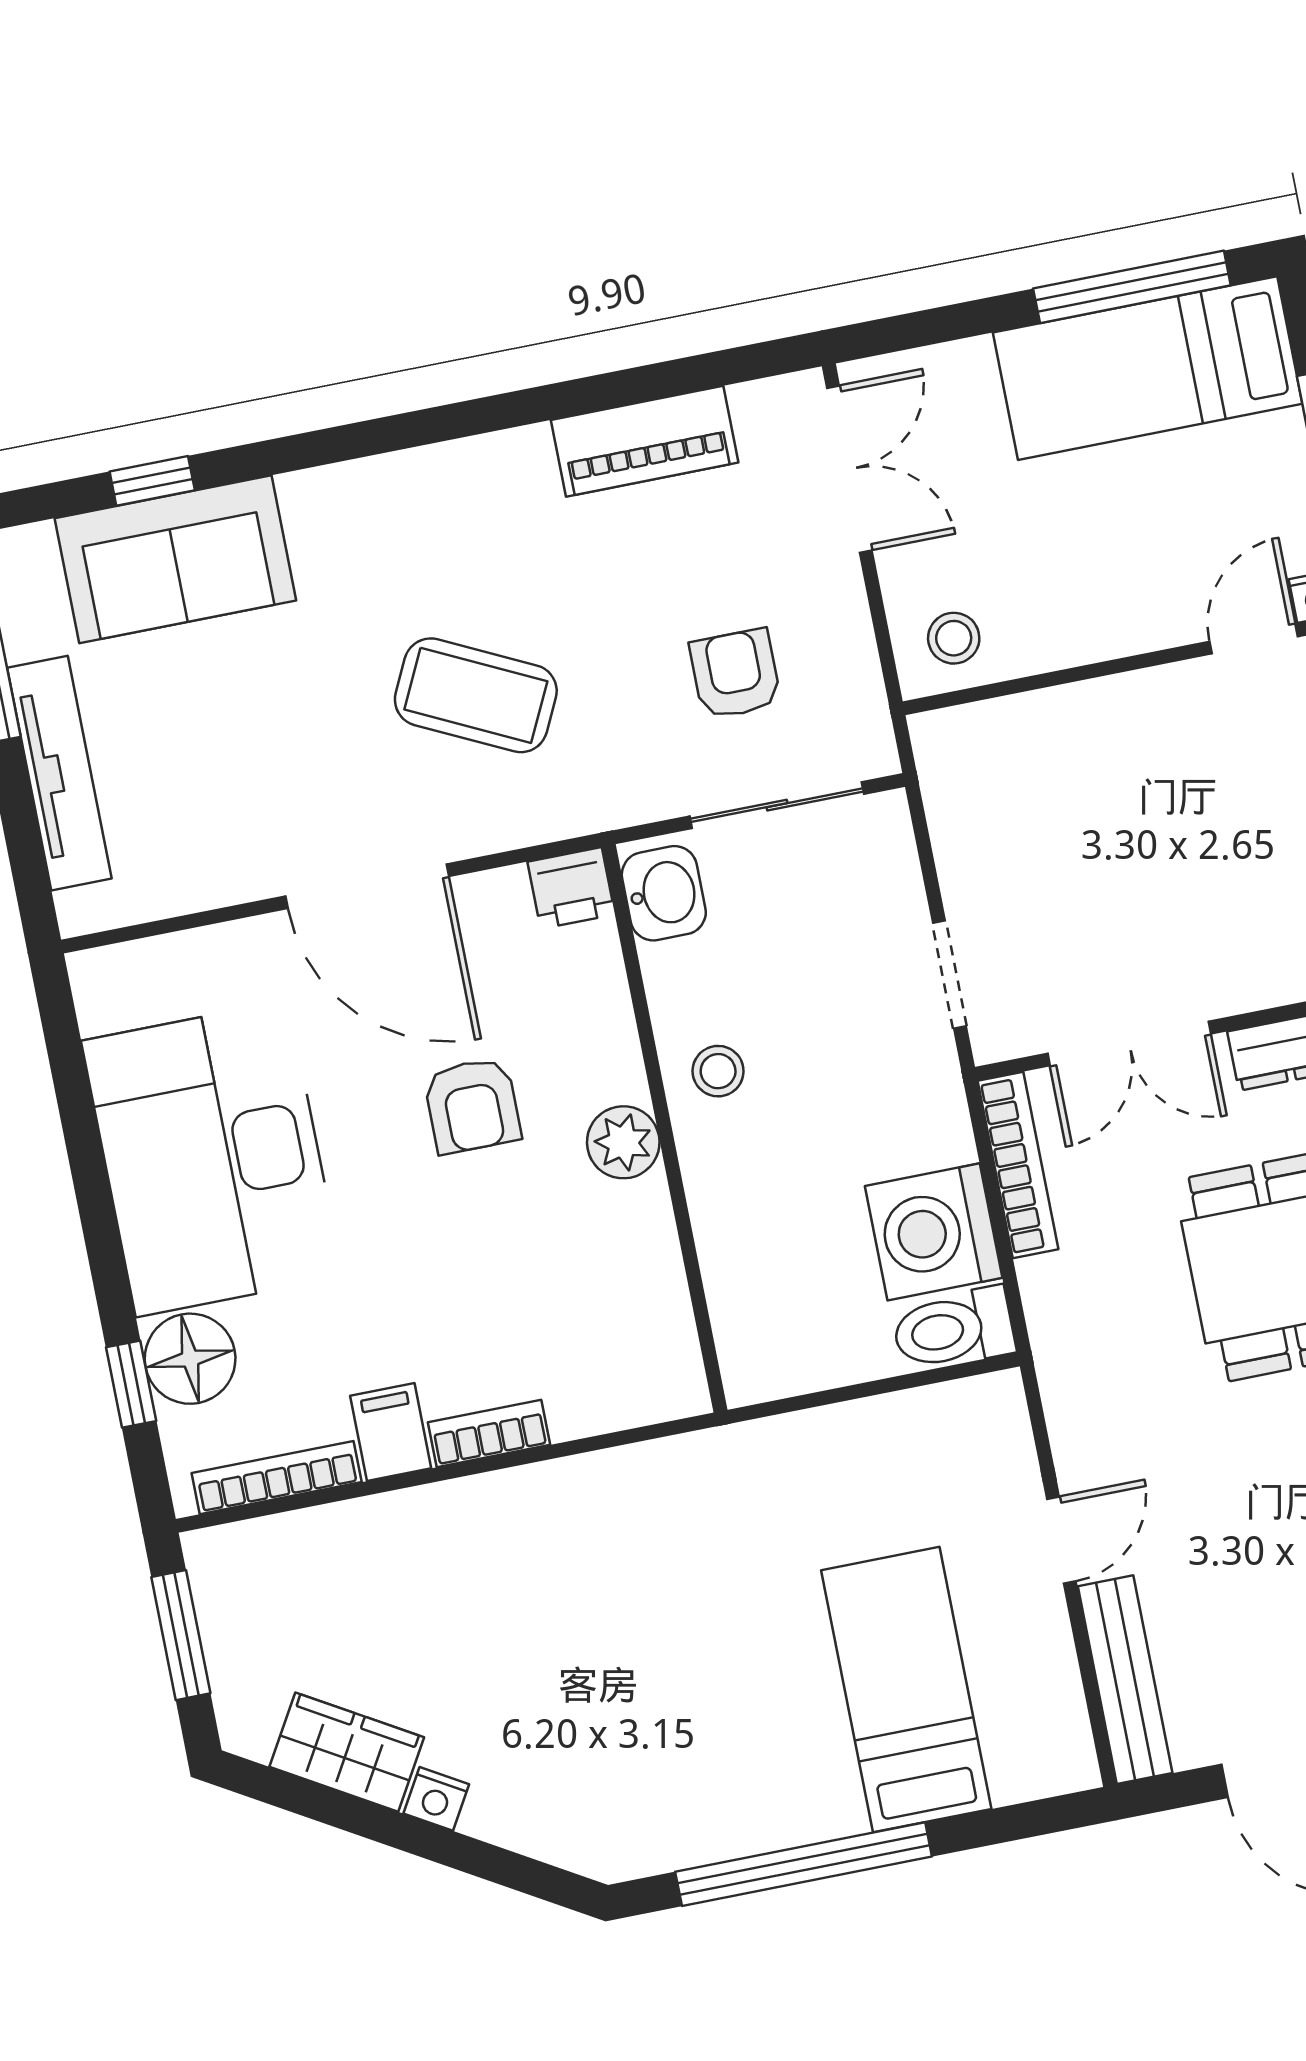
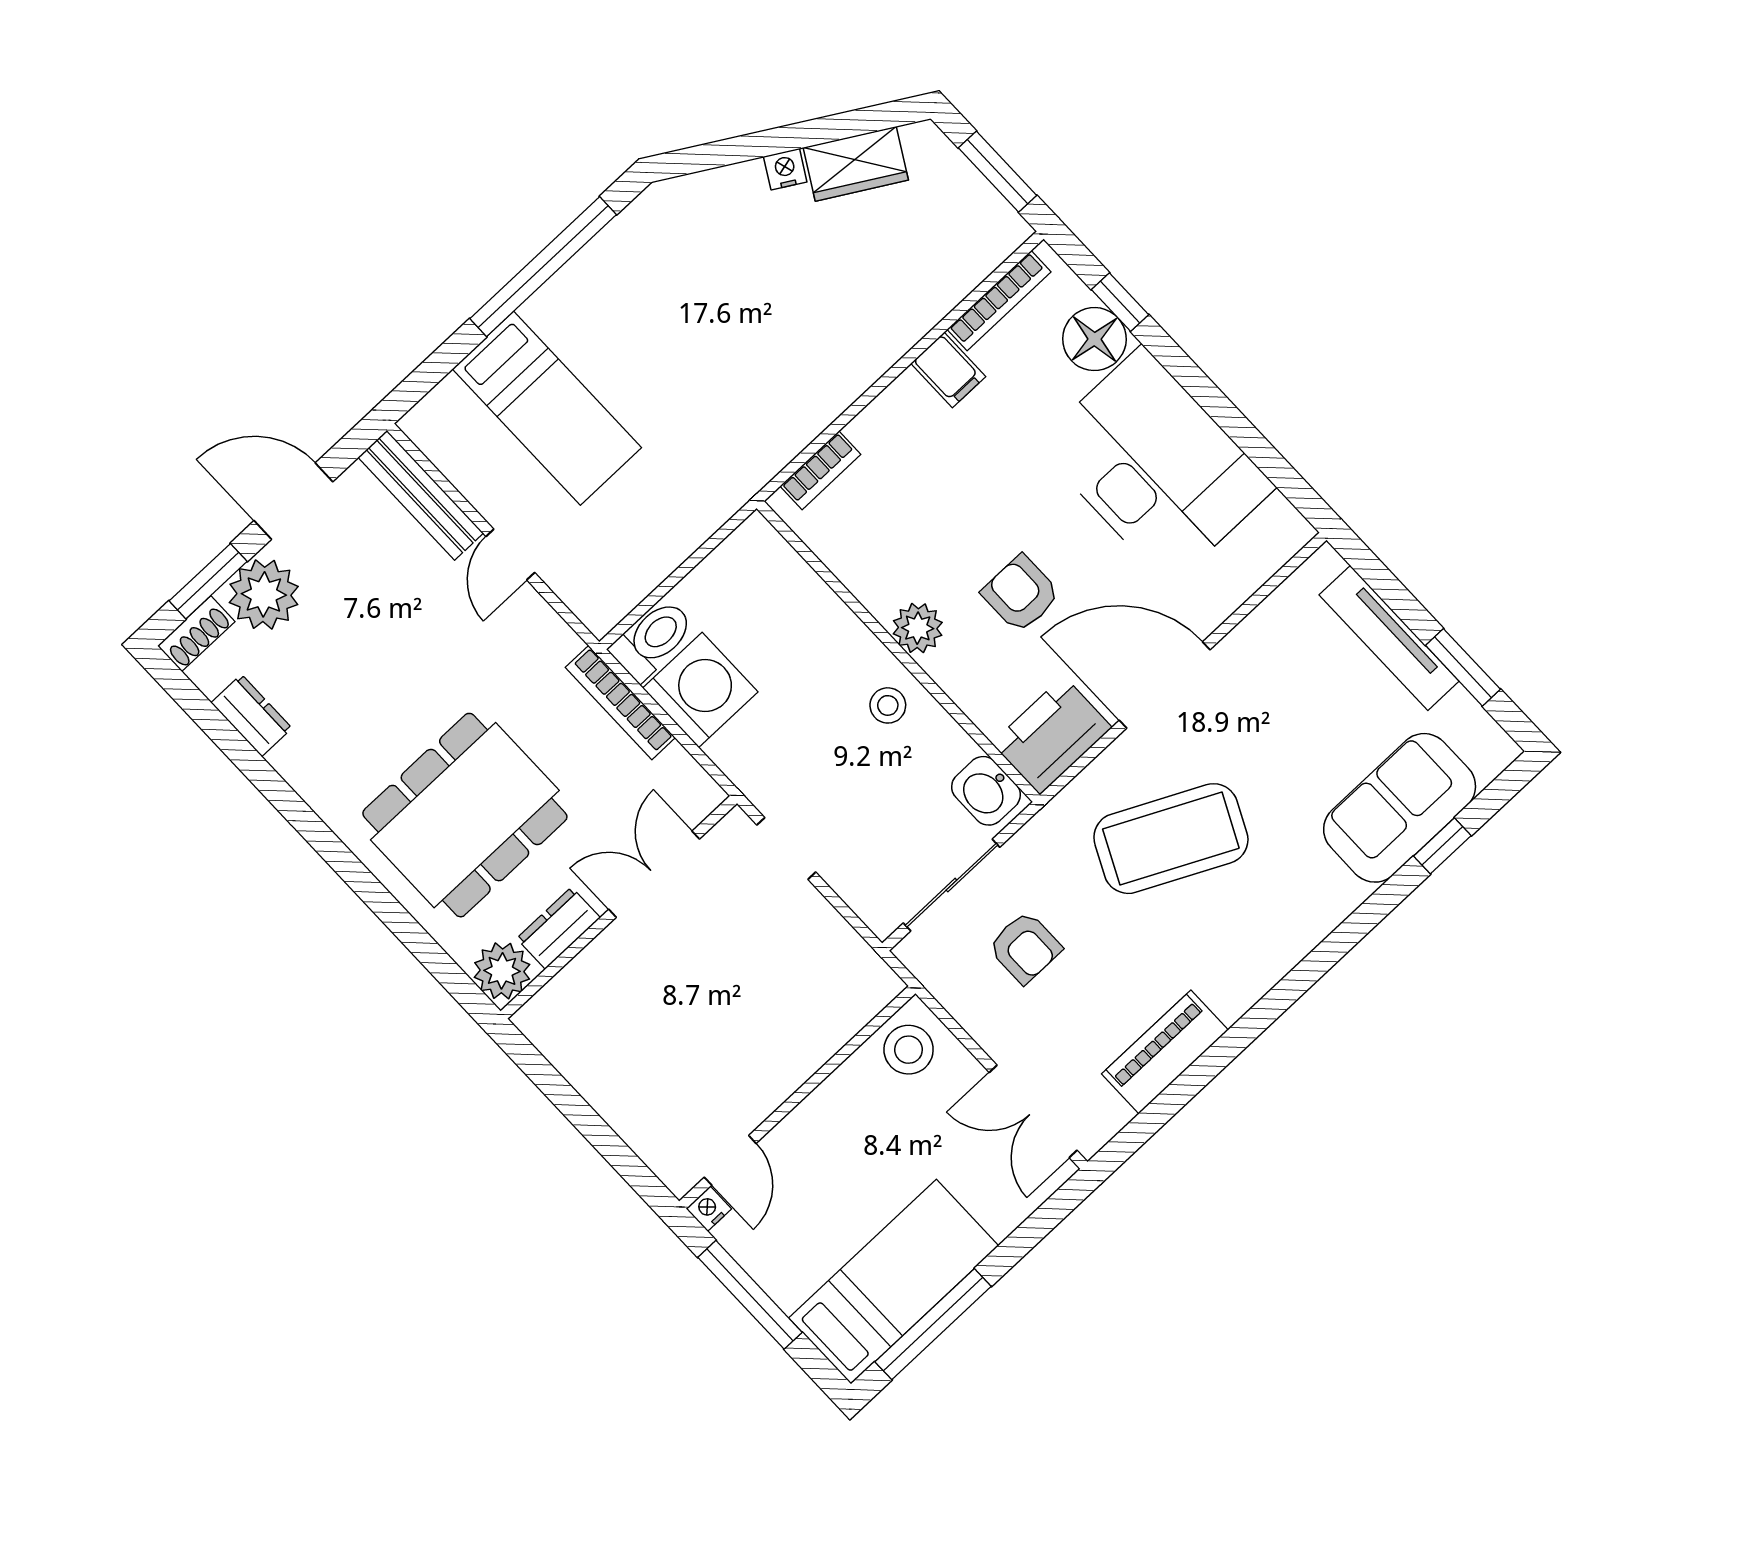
stool: (954, 638) -> (909, 1050), width x1.37, depth x1.37
coffee table: (476, 695) -> (1171, 839), width x1.36, depth x1.32
printer: (571, 888) -> (1052, 735), width x1.87, depth x1.48
bookcase: (1018, 1165) -> (620, 703), moved
bookcase: (489, 1433) -> (820, 470), moved

